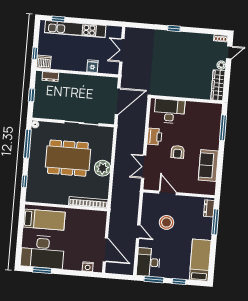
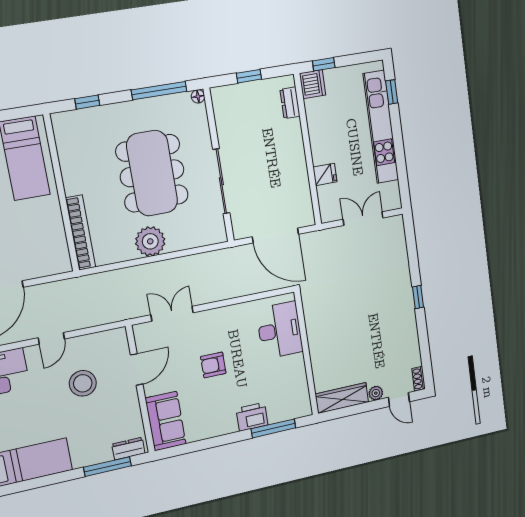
printer: (154, 137) -> (252, 417), moved, turned 180
sofa: (208, 165) -> (166, 421), moved, turned 90

